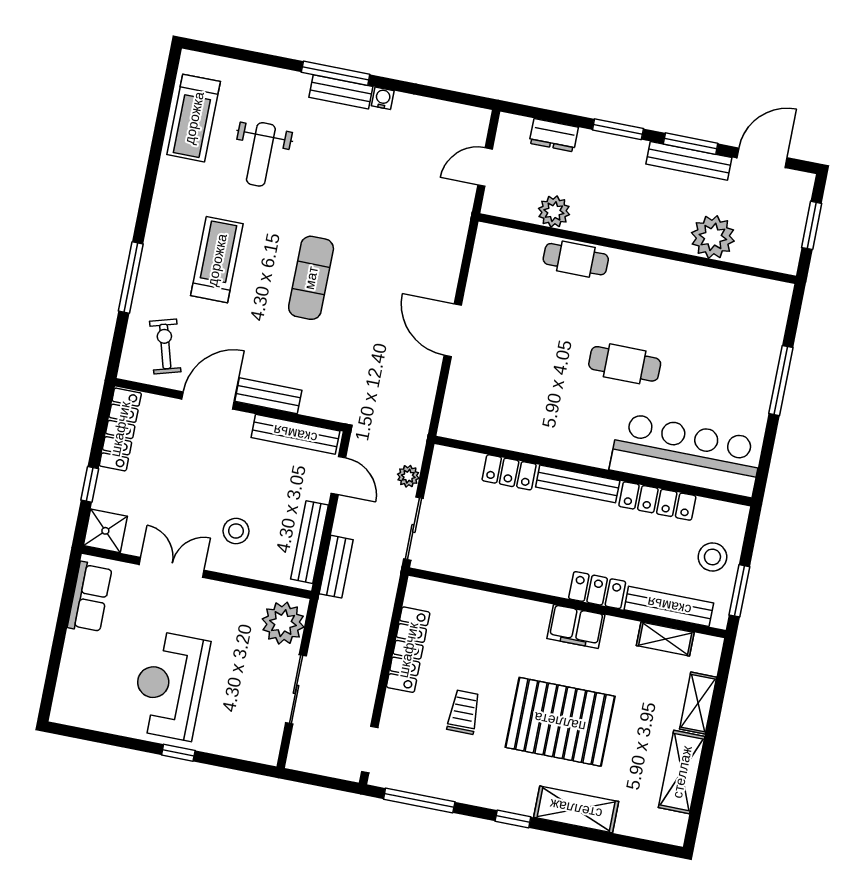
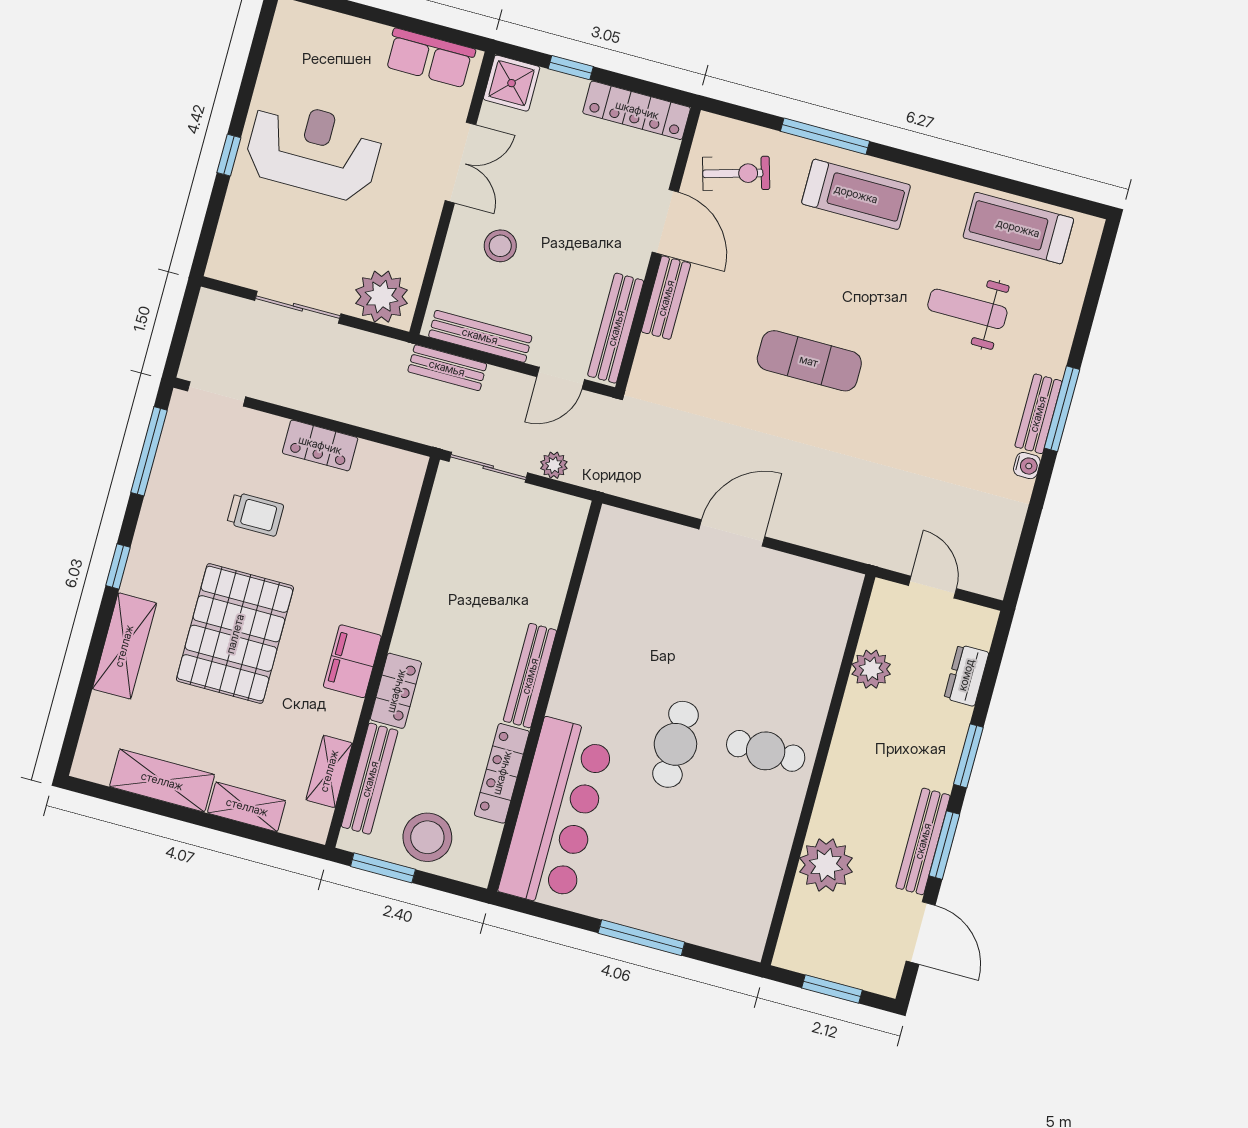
cafe table: (576, 259) -> (766, 751), moved, turned 90
treadmill: (217, 260) -> (856, 194), moved
locker: (509, 472) -> (550, 591), removed
stool: (712, 557) -> (427, 837), width x1.38, depth x1.38
locker: (408, 650) -> (320, 445), width x0.66

